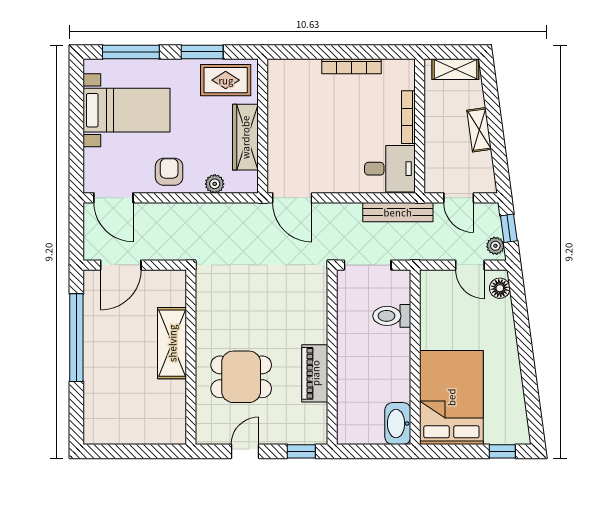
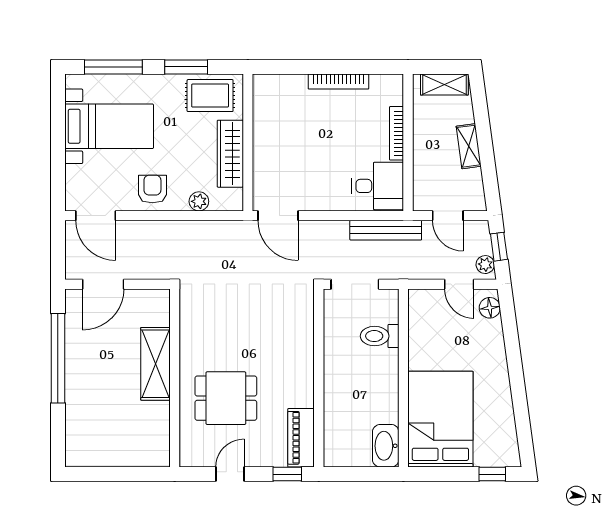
piano: (315, 373) -> (301, 438), moved

